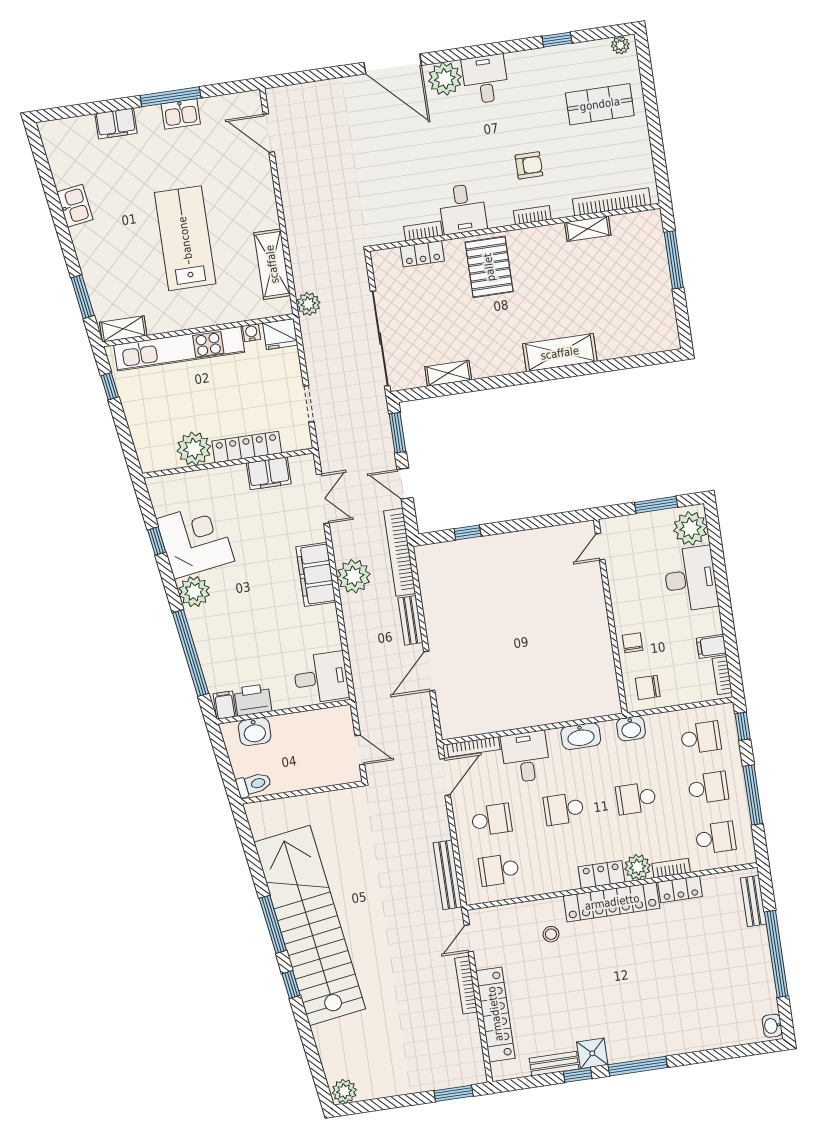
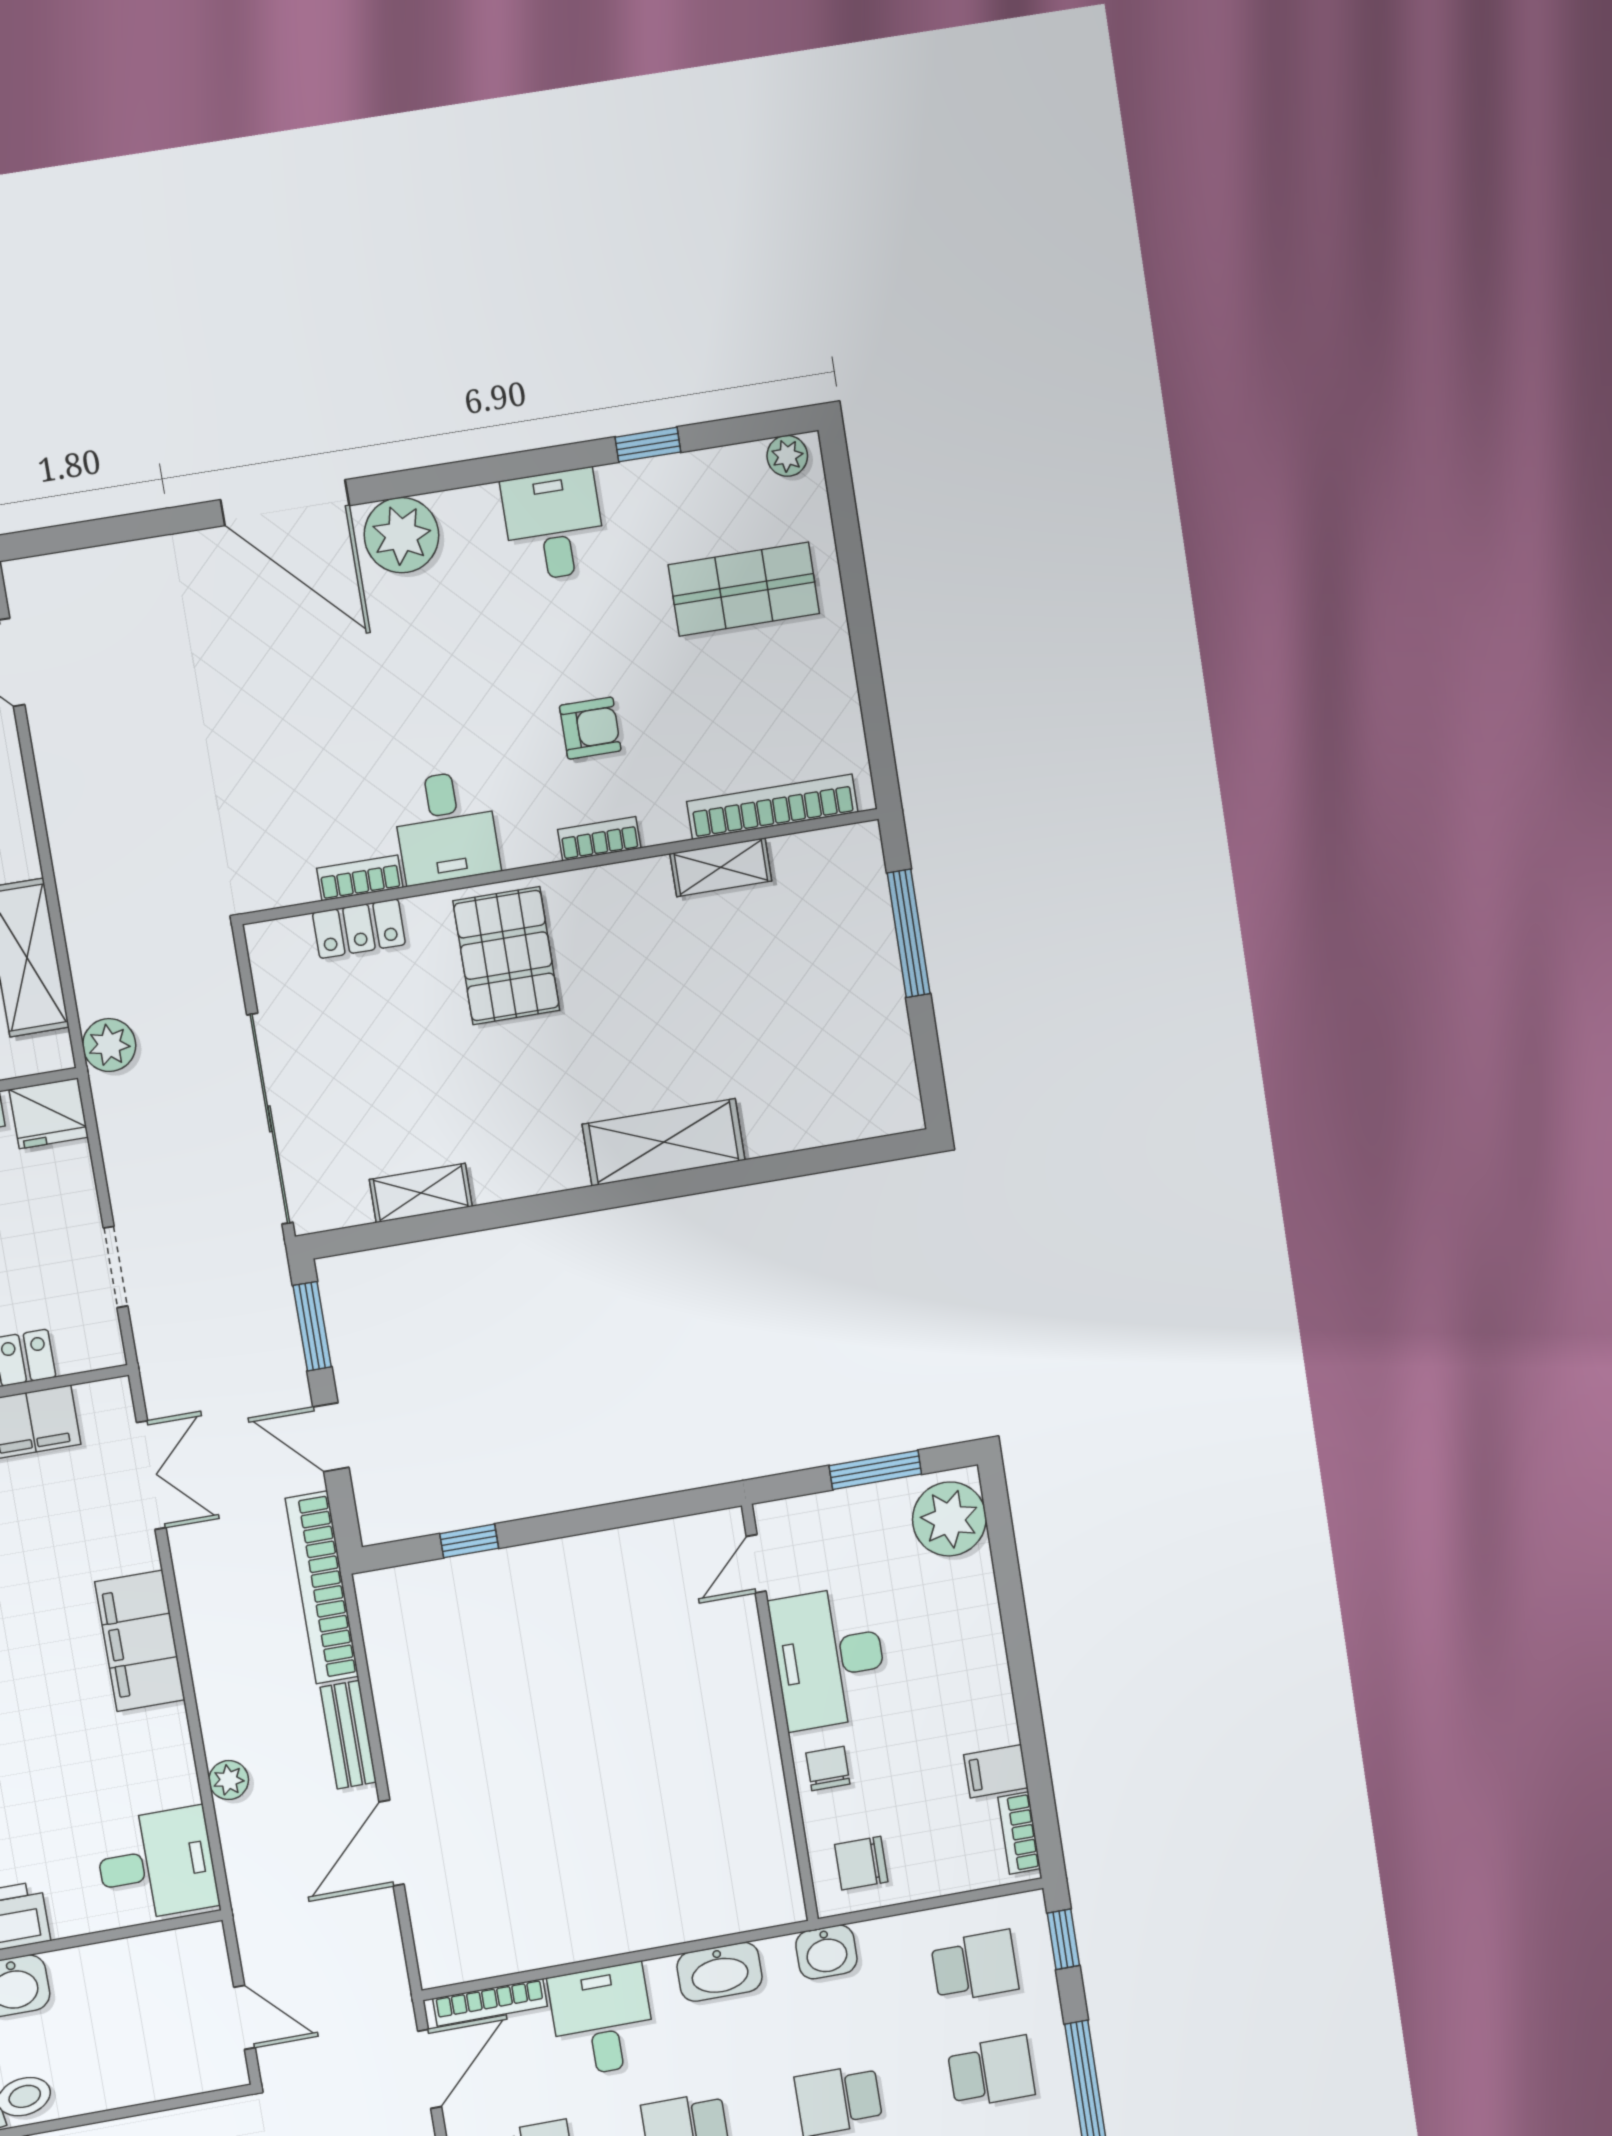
desk: (485, 79) -> (554, 525), moved
plant: (354, 576) -> (229, 1780), moved, width x0.53, depth x0.53
desk: (691, 579) -> (829, 1658), moved, turned 180

